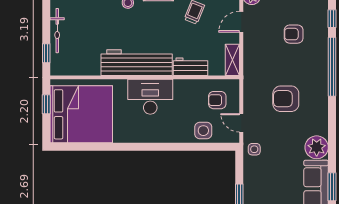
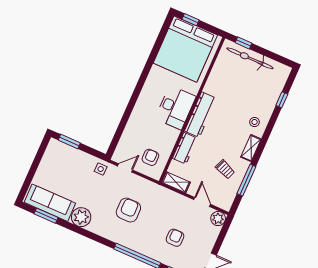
bicycle: (57, 31) -> (250, 58), width x1.37, depth x1.40
workbench: (137, 63) -> (200, 115), width x0.73, depth x0.76
window: (46, 104) -> (191, 20), moved
side table: (203, 131) -> (132, 137), removed

